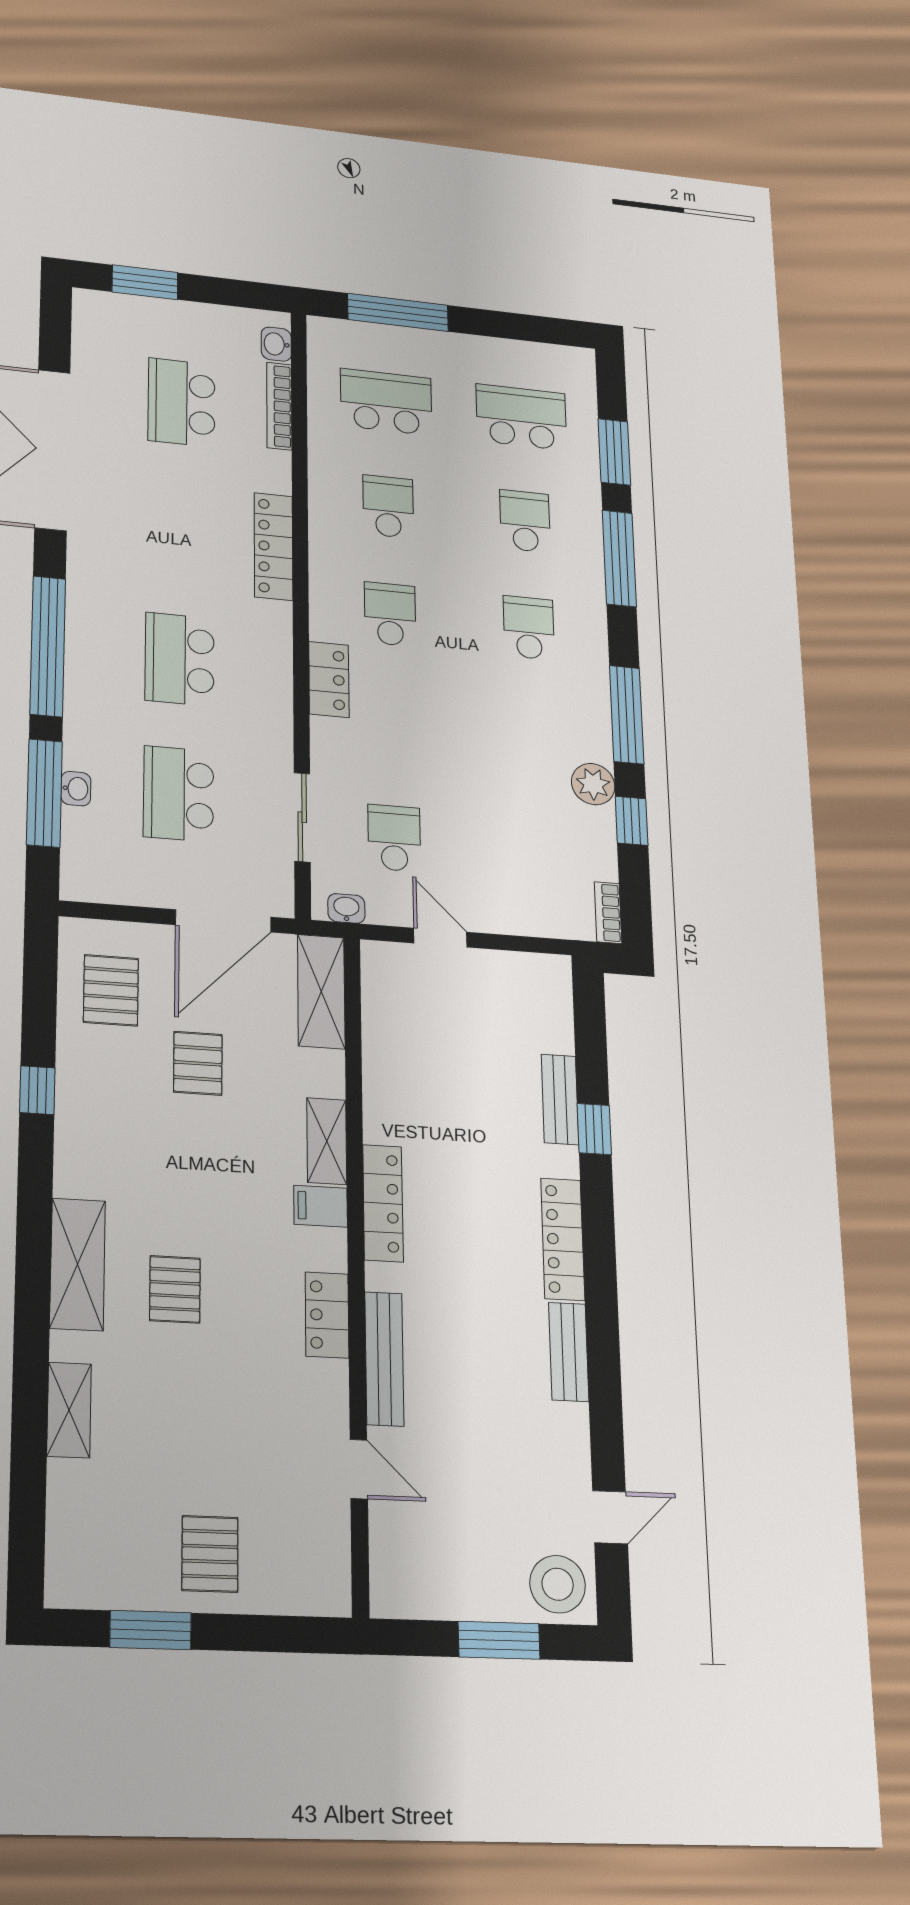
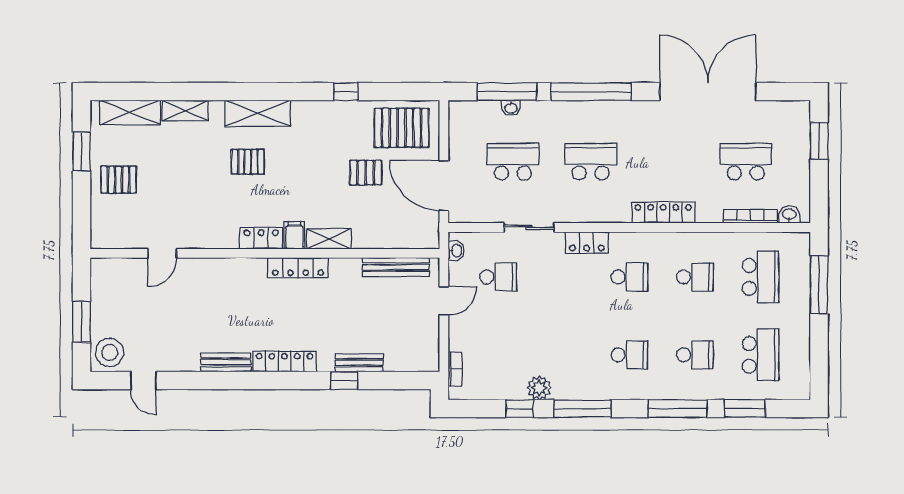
sliding door: (302, 817) -> (529, 227), moved
bookcase: (608, 913) -> (455, 369), moved, turned 90
pallet: (111, 990) -> (402, 128), width x1.50, depth x1.42
shelving: (321, 992) -> (130, 112), moved
locker: (327, 1315) -> (261, 238), moved
bench: (384, 1359) -> (396, 267), moved

